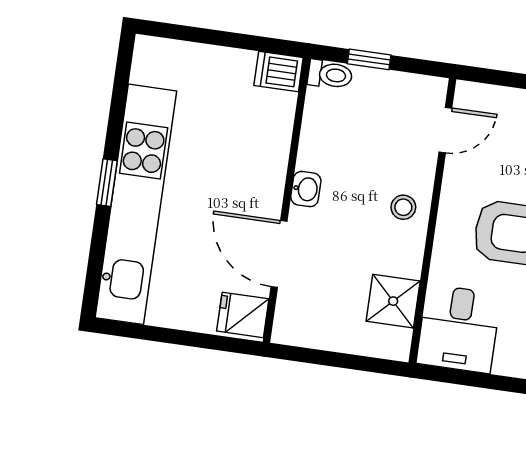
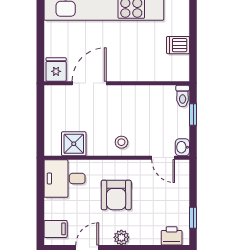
dishwasher: (279, 71) -> (178, 45), moved, turned -90
washbasin: (306, 189) -> (182, 147), moved, turned 90

